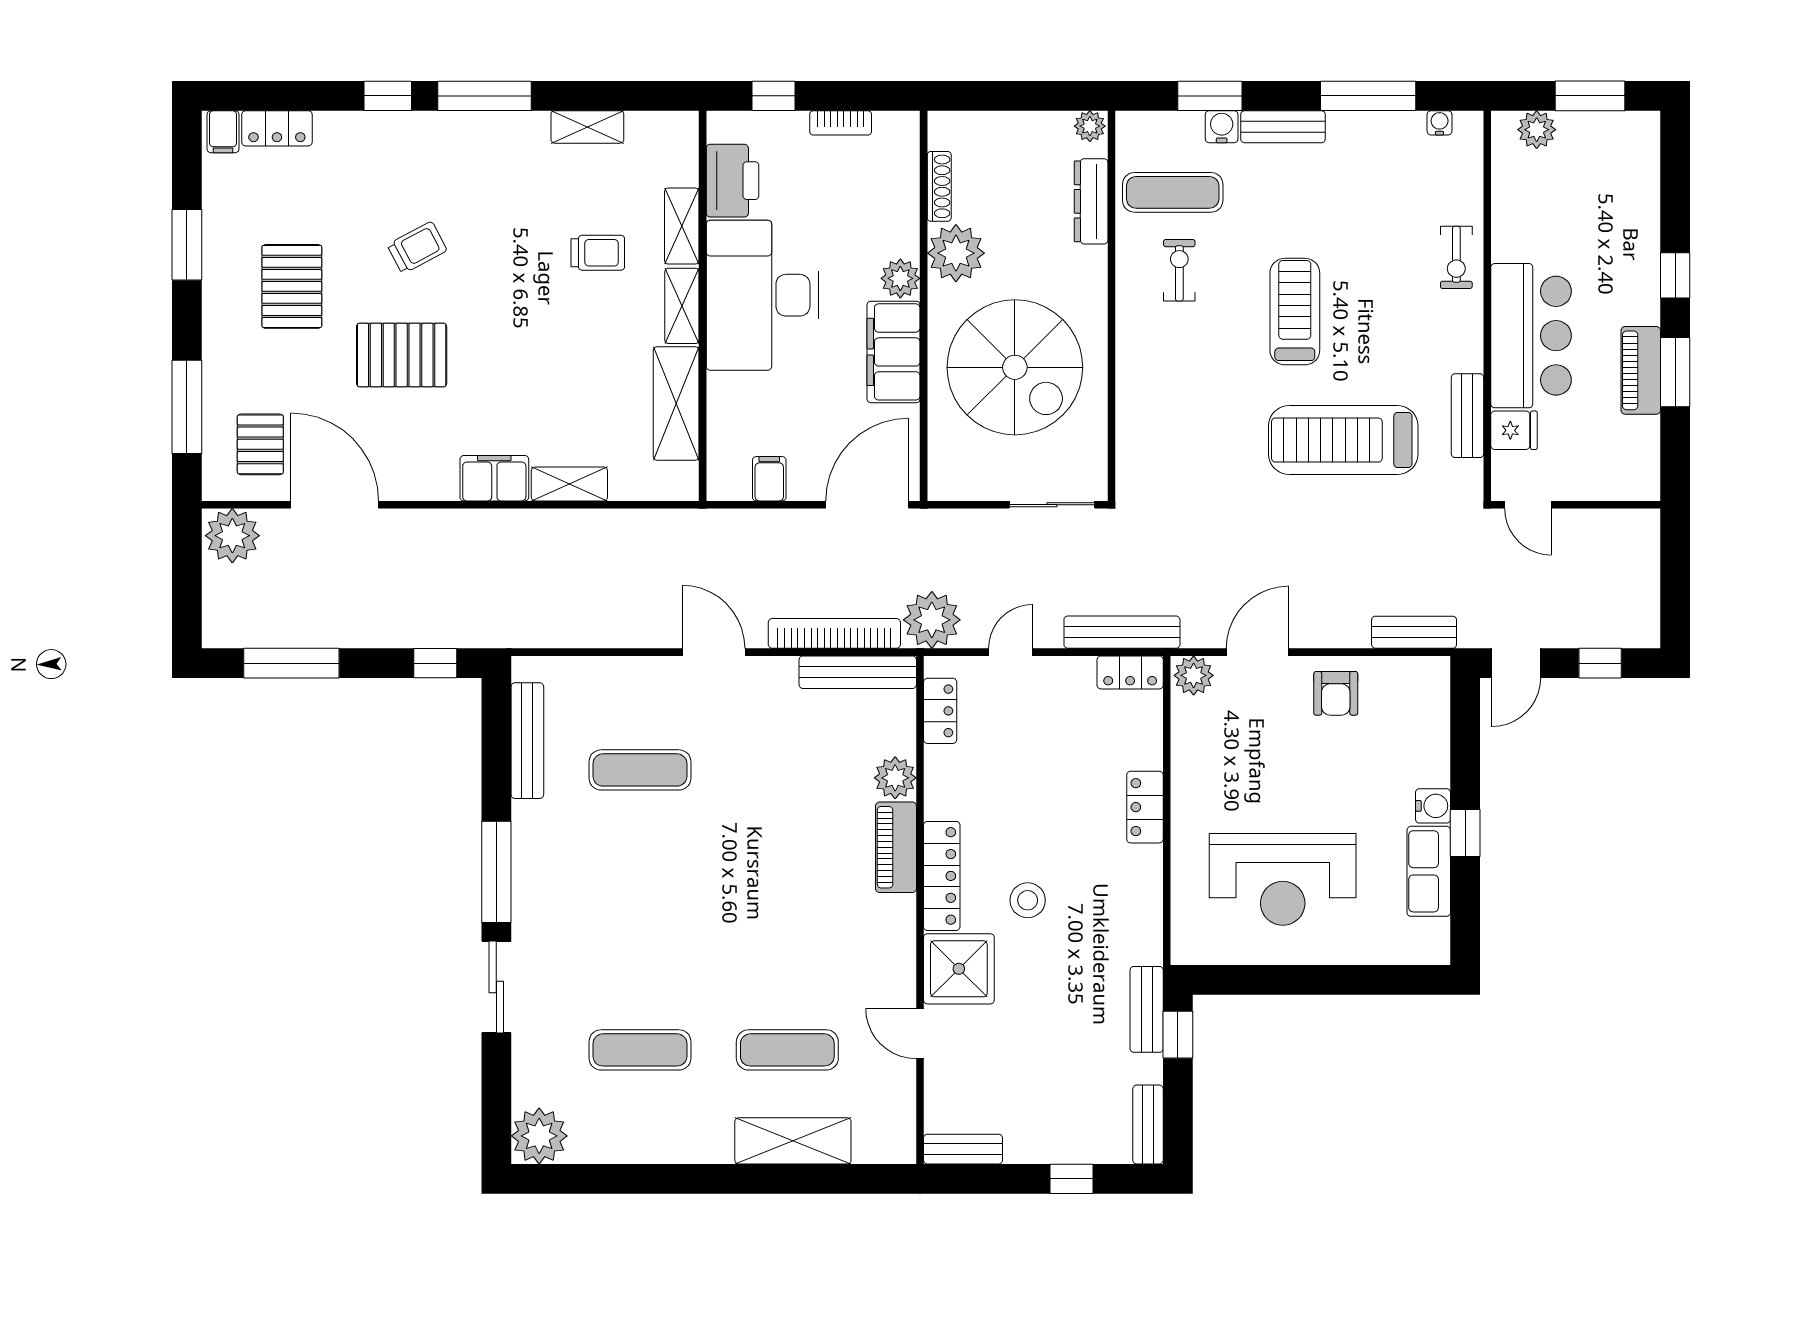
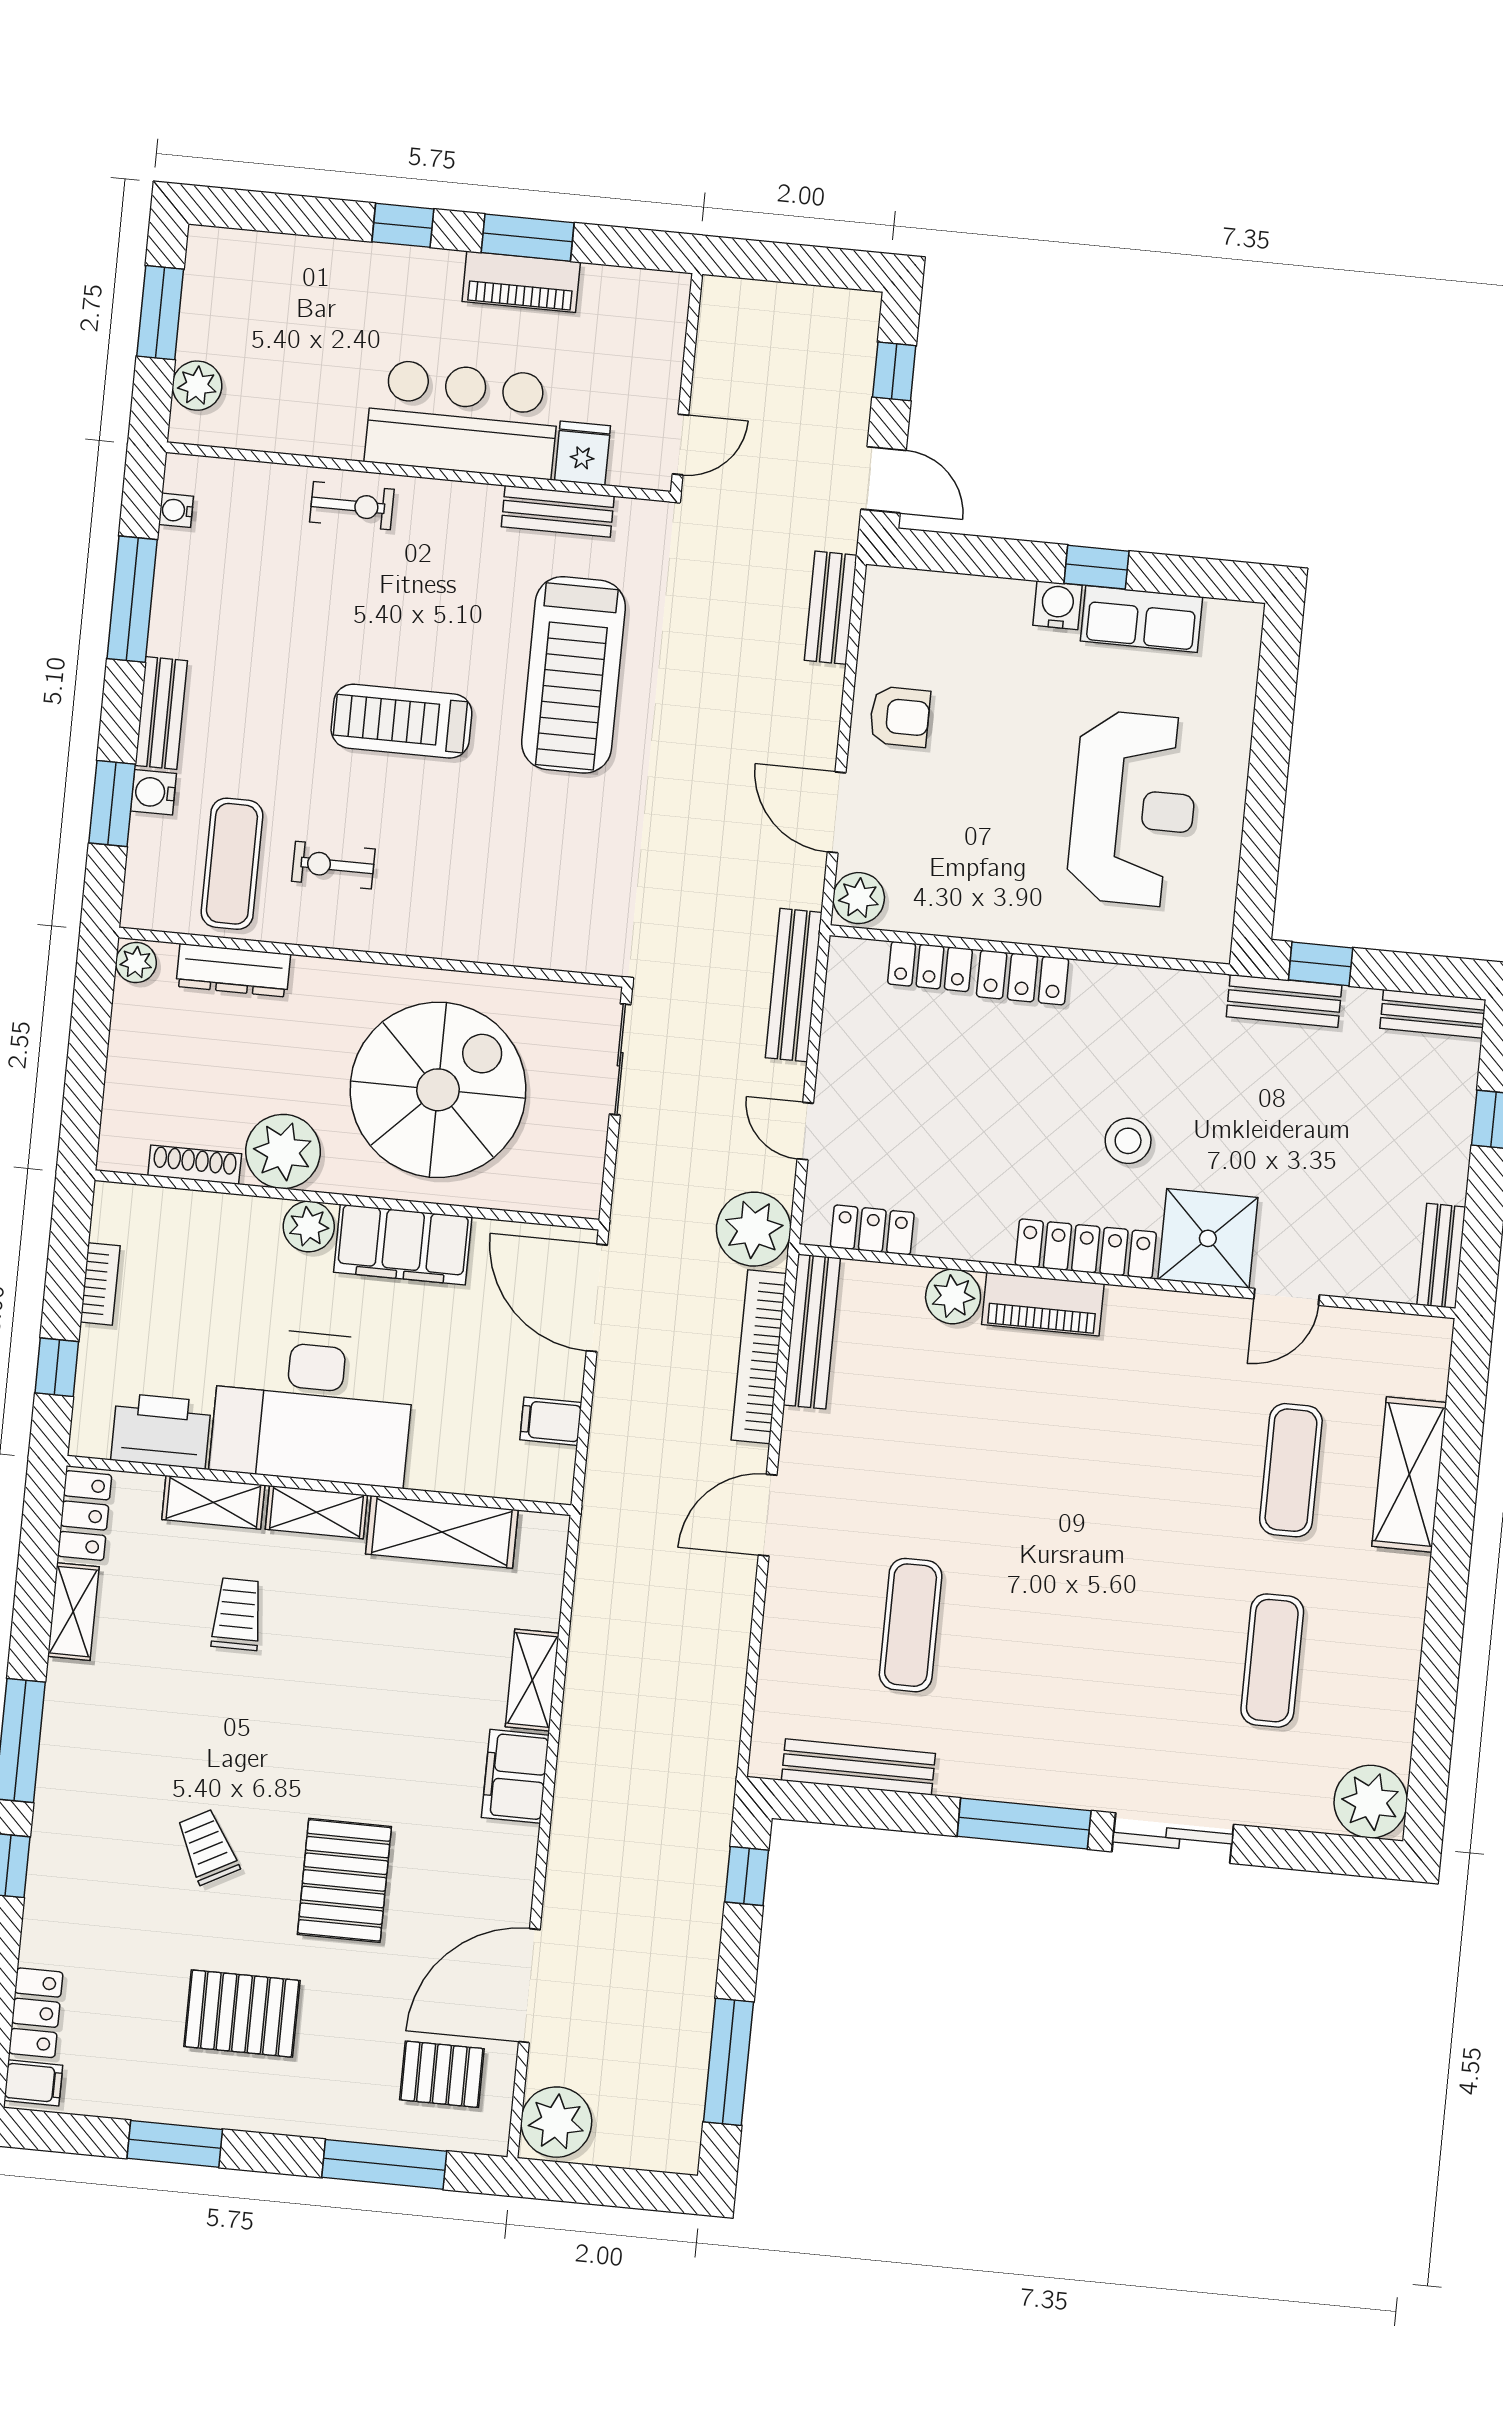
locker: (662, 128) -> (85, 1516), added
locker: (1130, 672) -> (930, 967), moved, turned 90

